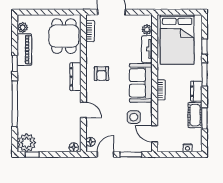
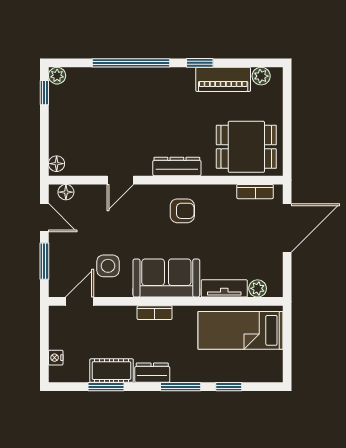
bed: (177, 39) -> (241, 330), width x0.67
armchair: (101, 74) -> (182, 211), turned 180
plant: (27, 143) -> (57, 76), width x0.53, depth x0.53

